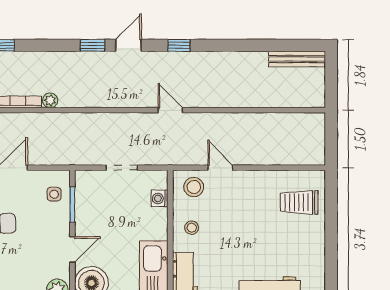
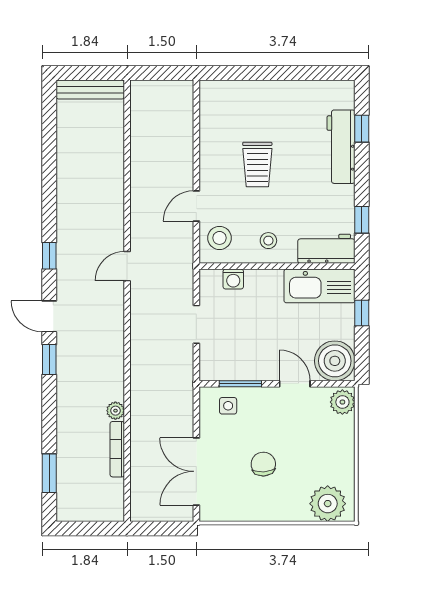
bench: (297, 59) -> (90, 90), moved, turned 90
trolley: (299, 202) -> (257, 165), moved

